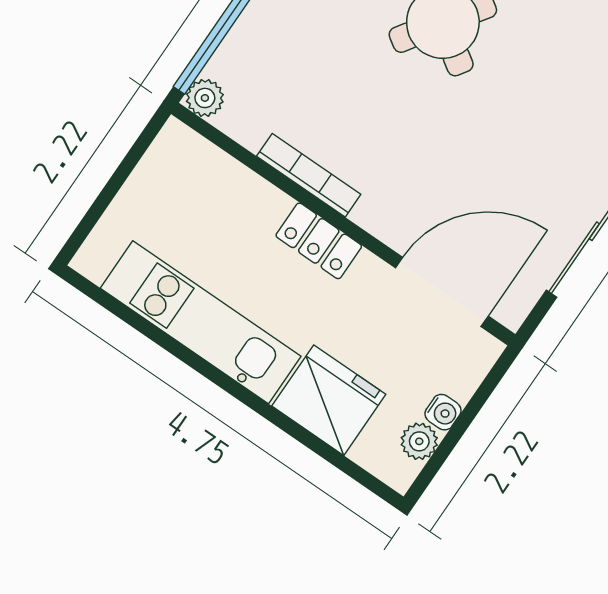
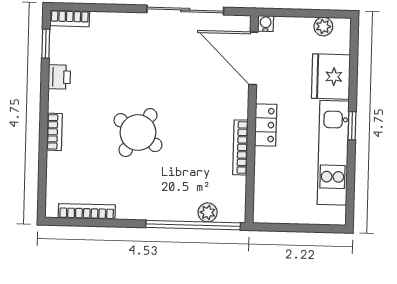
plant: (205, 98) -> (208, 212), moved
window: (225, 382) -> (352, 126), added
water cooler: (443, 412) -> (266, 23), moved

